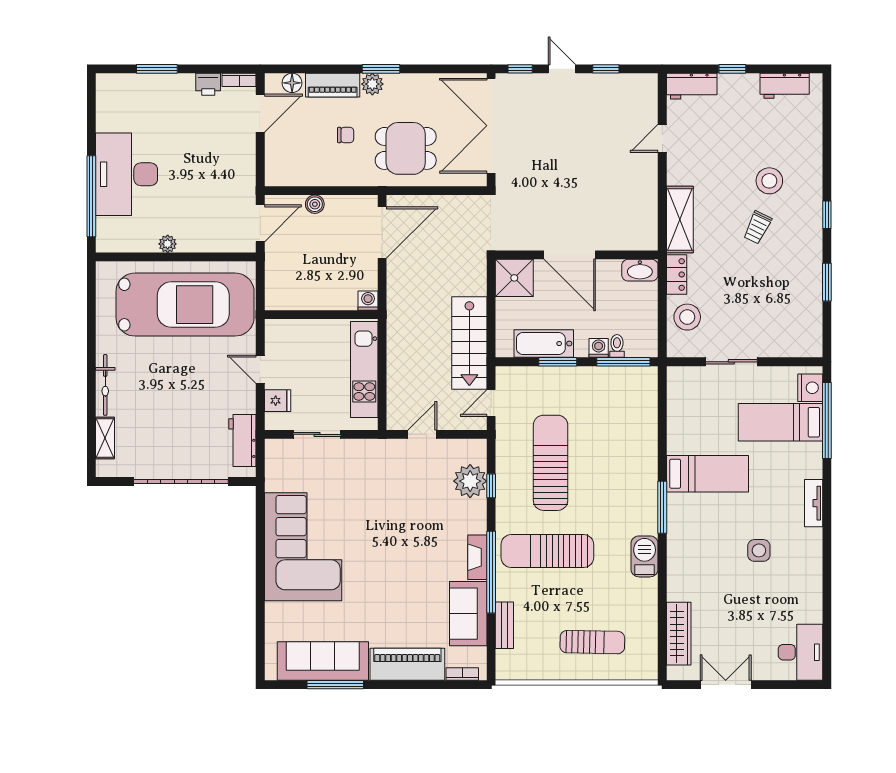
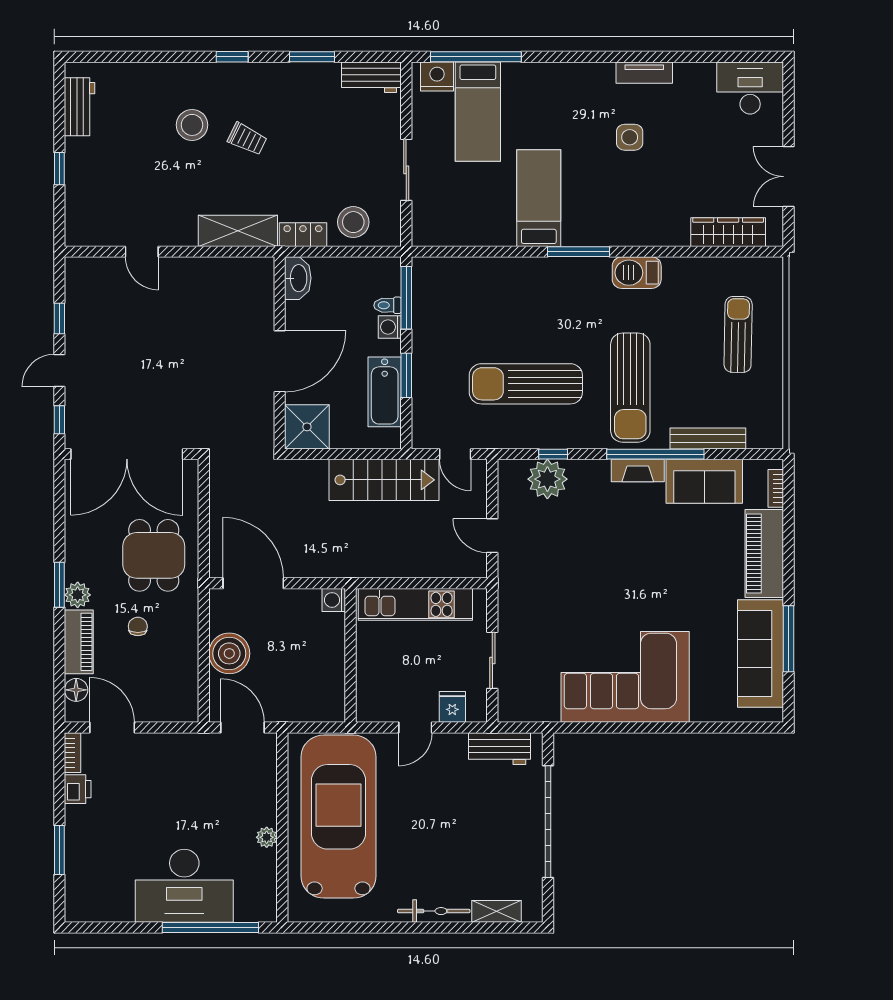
workbench: (692, 86) -> (371, 77), moved, turned 90
boiler: (315, 204) -> (229, 653), width x1.86, depth x1.86
tv unit: (814, 503) -> (644, 73), moved
bench: (504, 625) -> (708, 439), width x1.36

